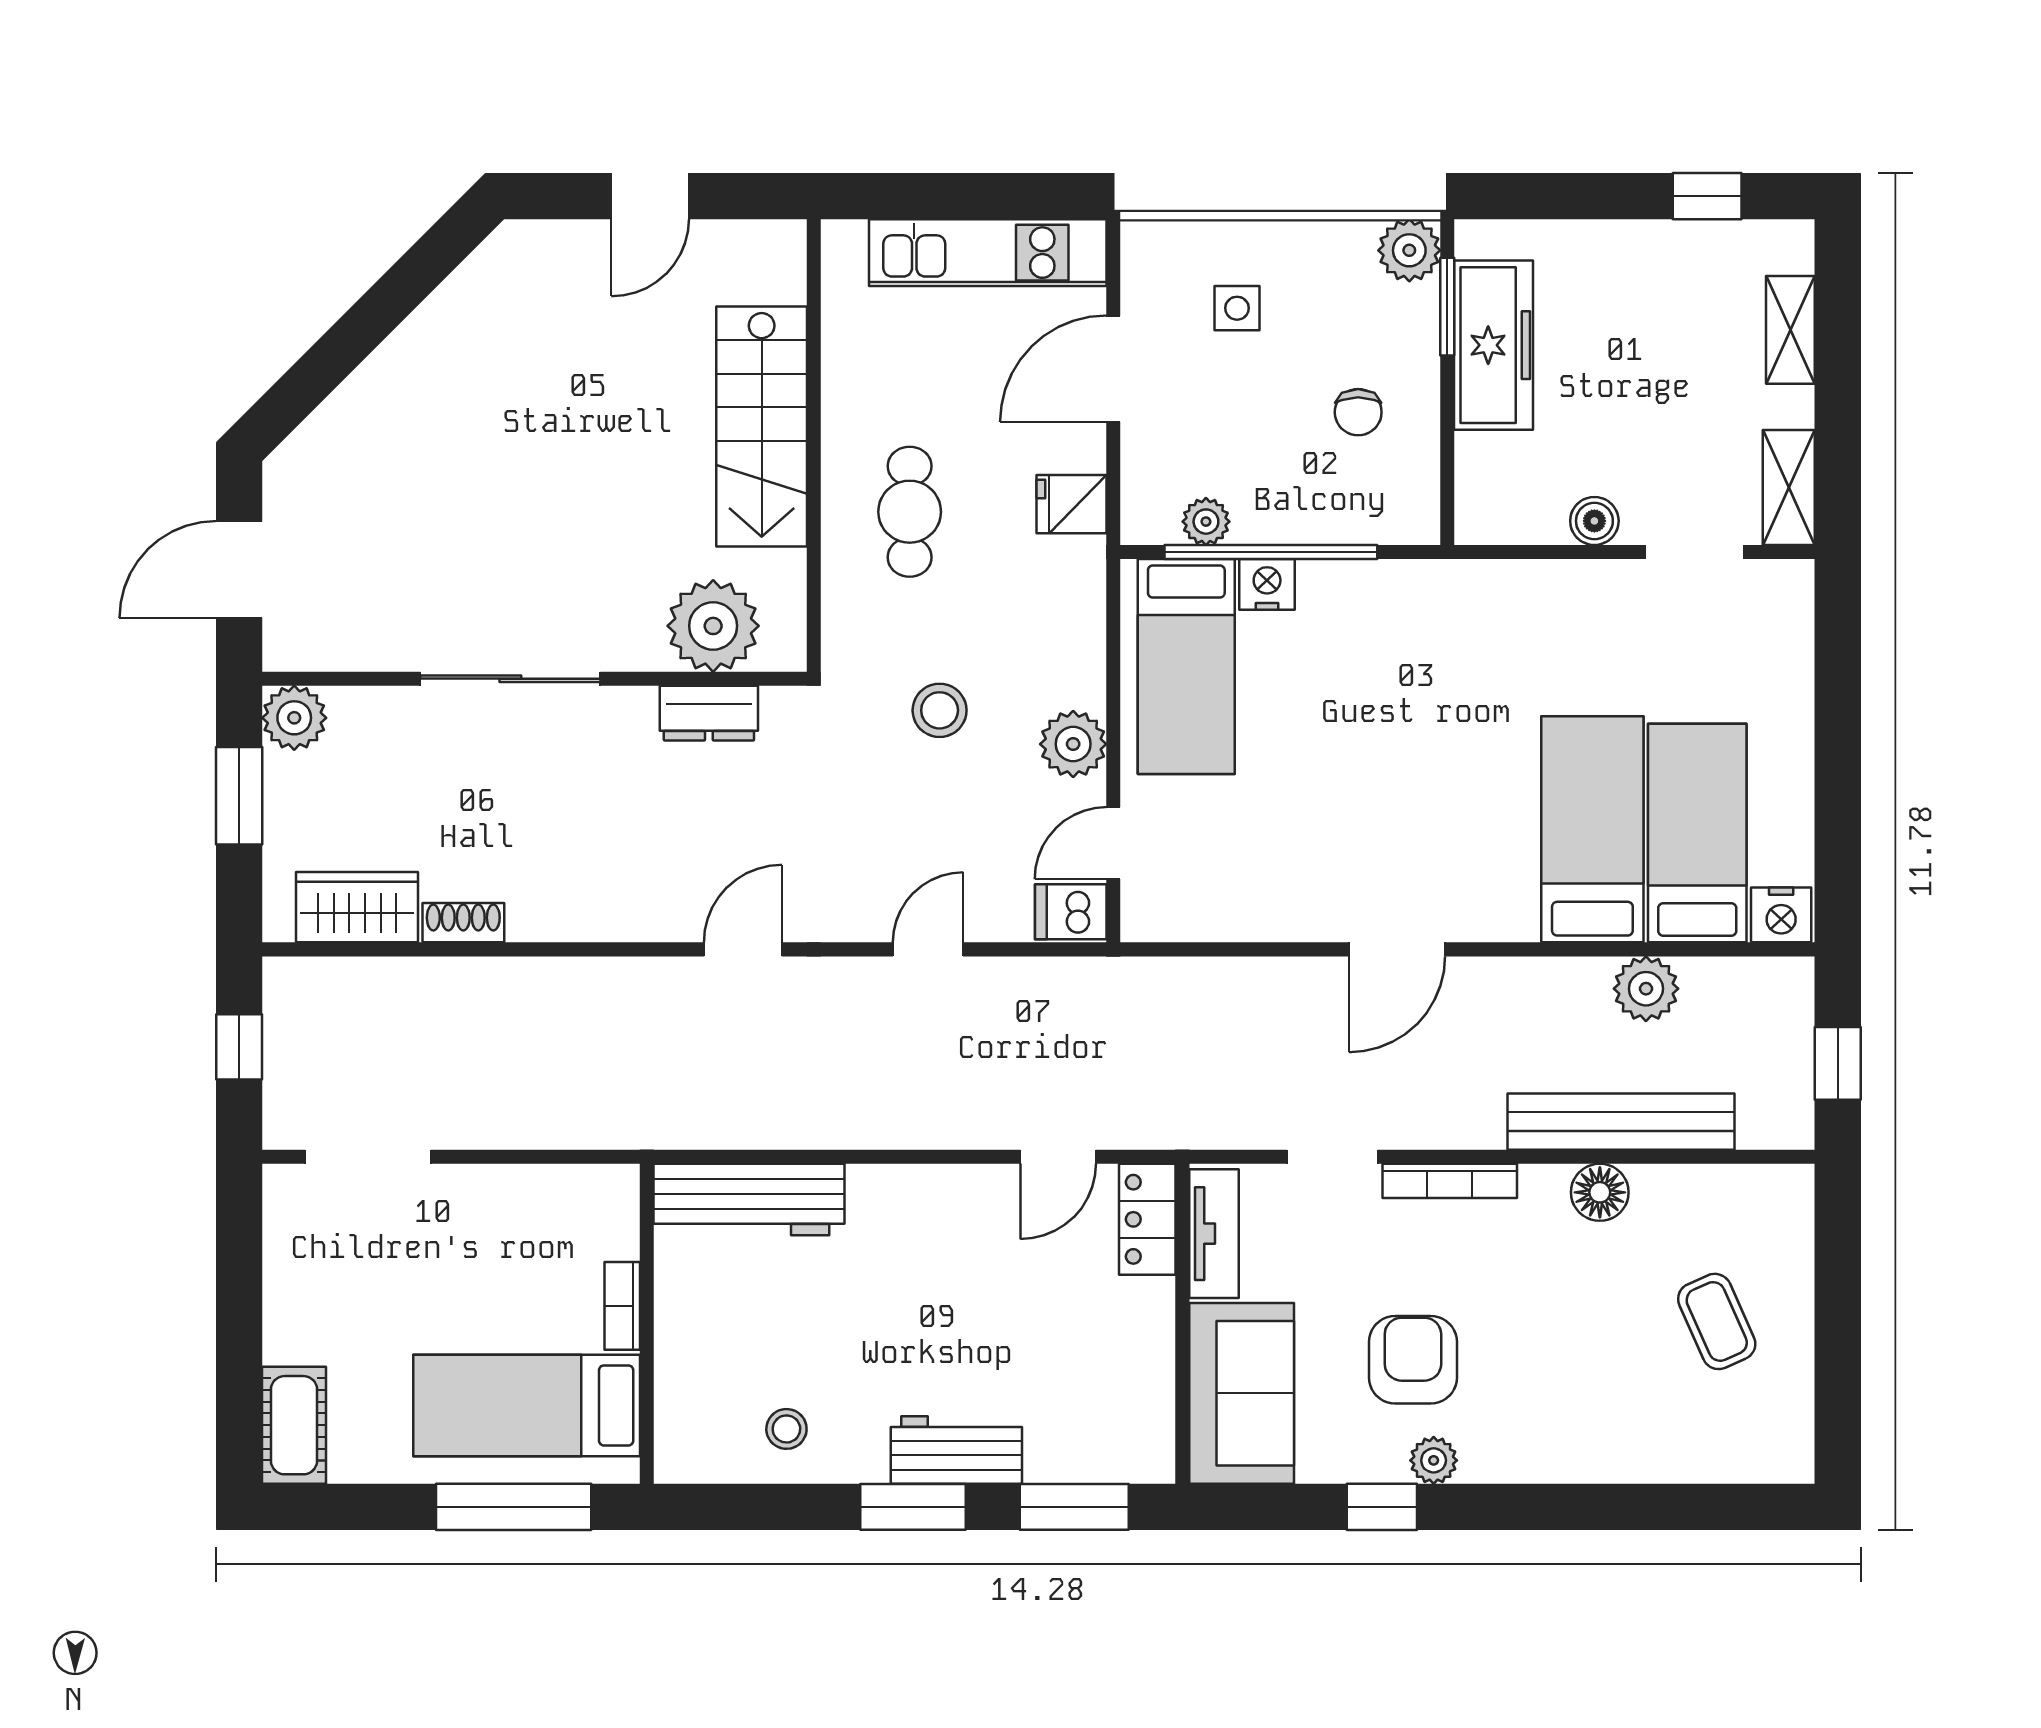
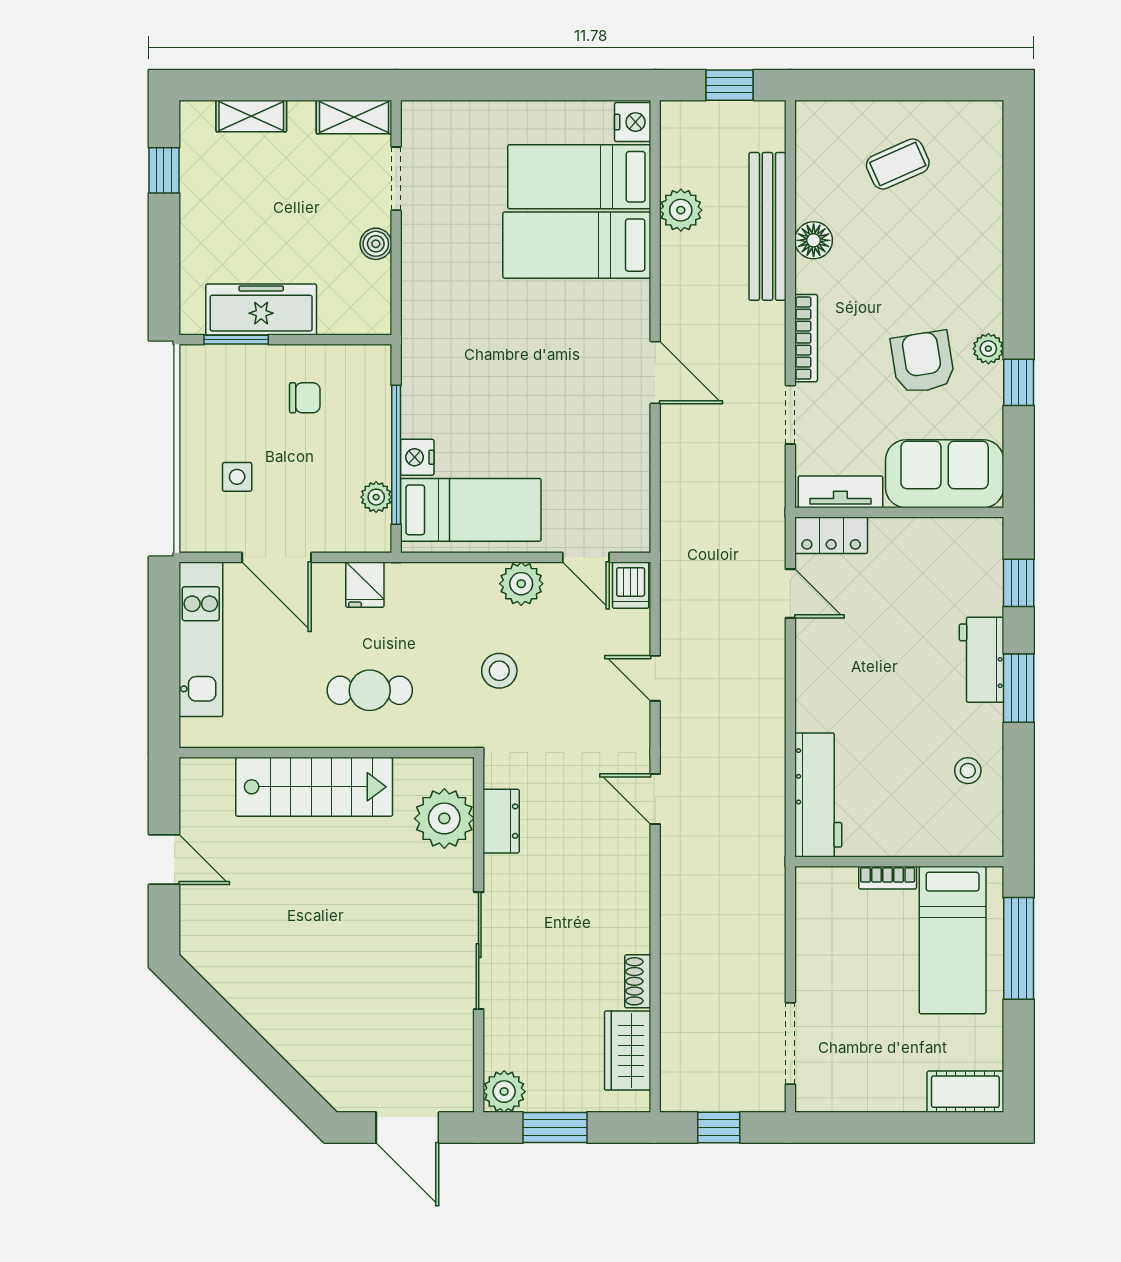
plant: (1409, 250) -> (199, 364), removed
armchair: (1413, 1360) -> (923, 362), turned 81
window: (1074, 1507) -> (1019, 583), width x0.67

